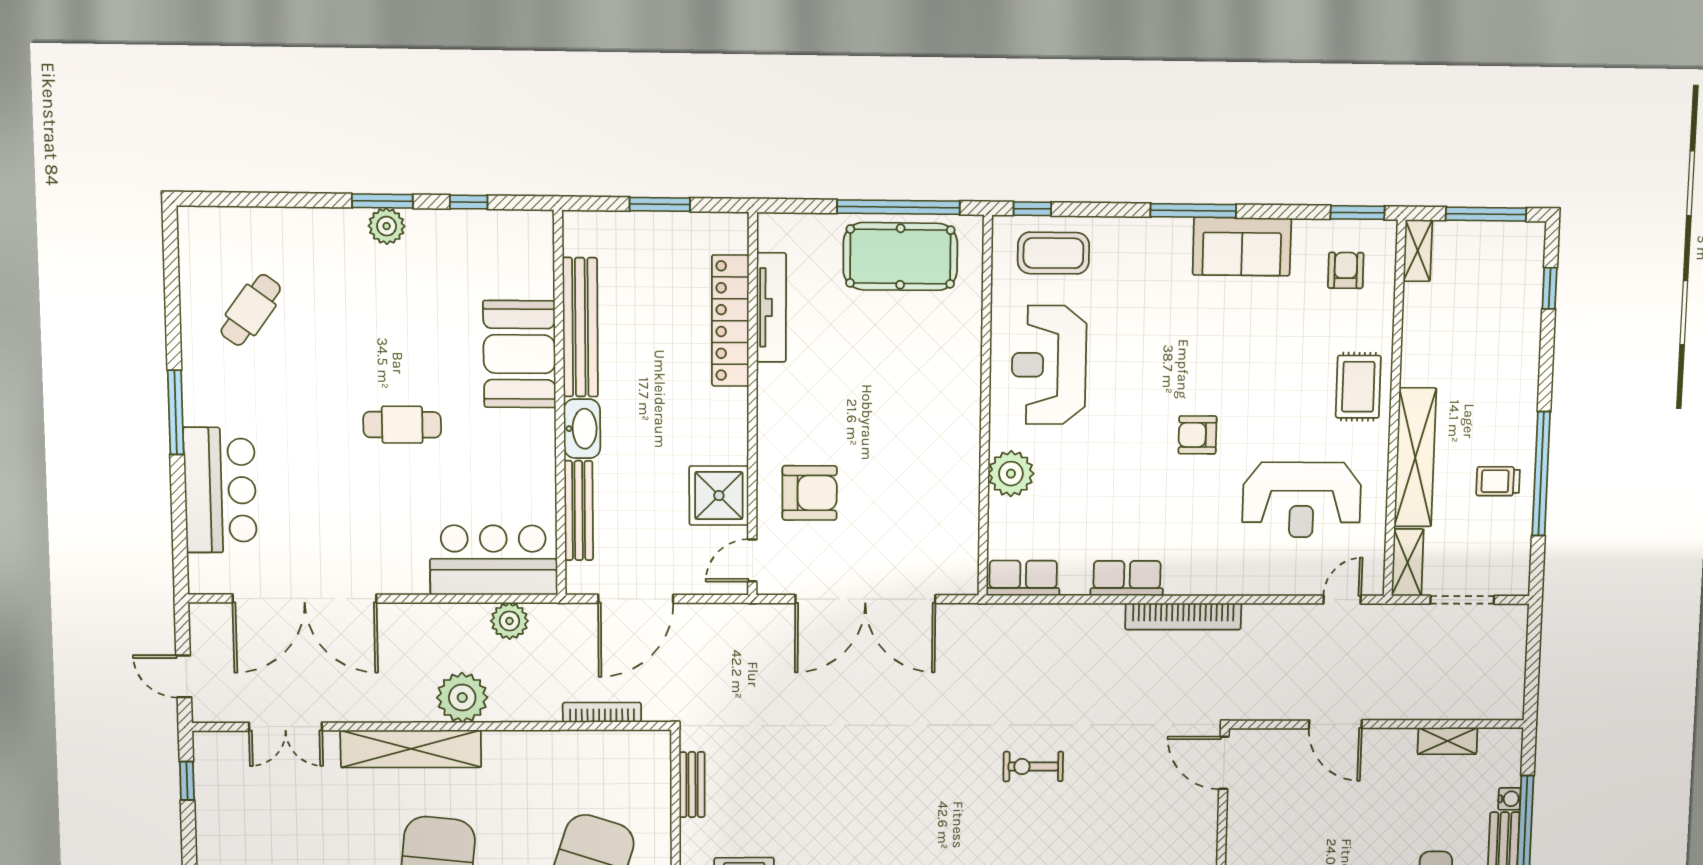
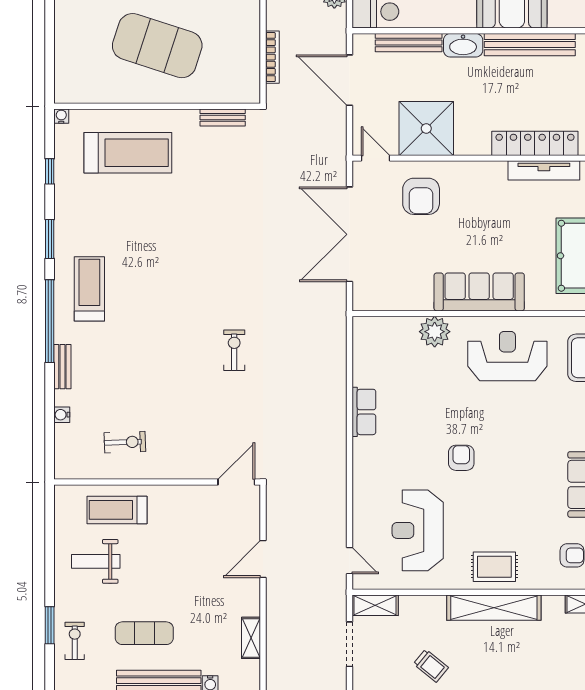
sofa: (953, 407) -> (479, 292), added
shelving: (1415, 457) -> (494, 608), moved
trolley: (1498, 481) -> (431, 666), turned 129
shower: (719, 496) -> (426, 128), width x1.37, depth x1.37
row of seats: (1023, 578) -> (364, 341), removed
bookcase: (1183, 616) -> (338, 451), removed

